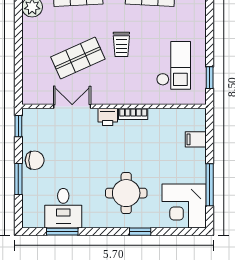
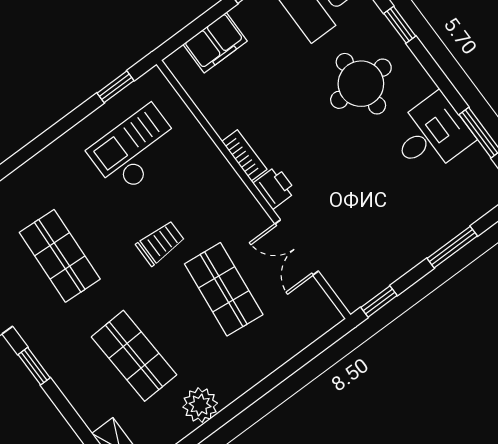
shop shelf: (78, 58) -> (224, 289), turned 30
filing cabinet: (196, 139) -> (215, 43), width x2.00
chair: (35, 160) -> (410, 244), removed
desk: (63, 208) -> (431, 135), moved

